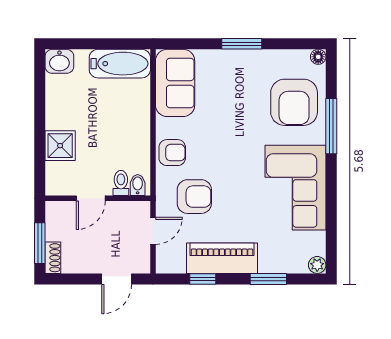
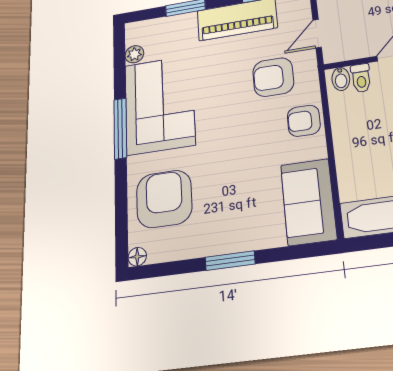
window: (331, 126) -> (120, 128), moved
plant: (317, 265) -> (134, 54), moved

